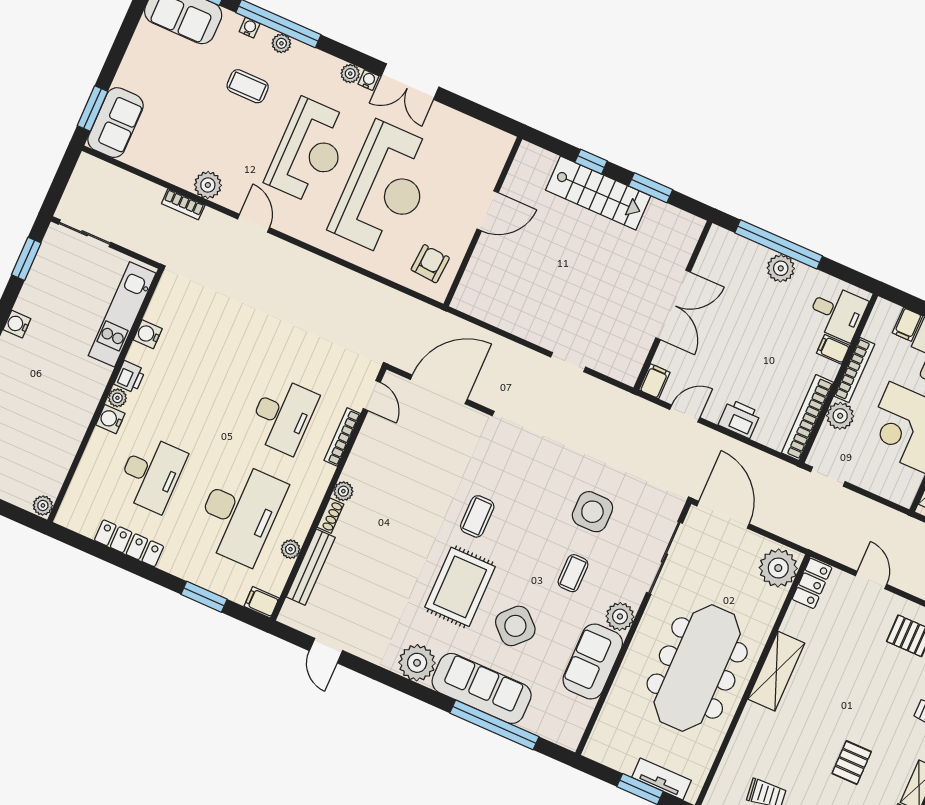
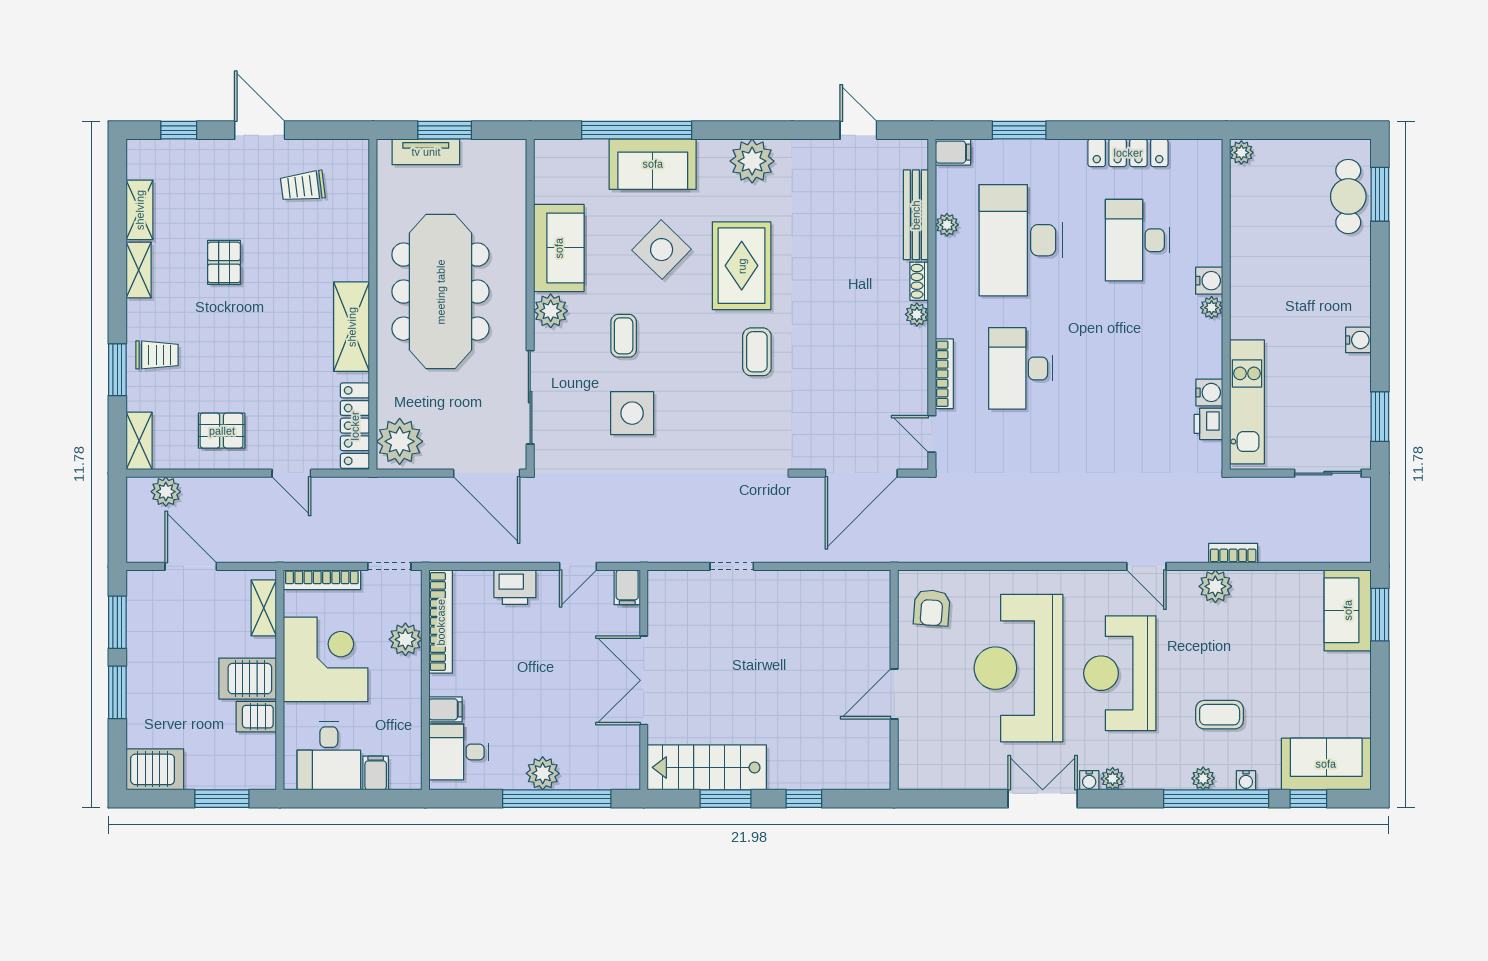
stairs: (598, 193) -> (707, 767), moved
bookcase: (854, 370) -> (322, 580), moved, turned -90
printer: (130, 377) -> (1208, 424), moved
locker: (812, 583) -> (355, 426), width x1.53
sofa: (482, 688) -> (653, 164), width x0.73

